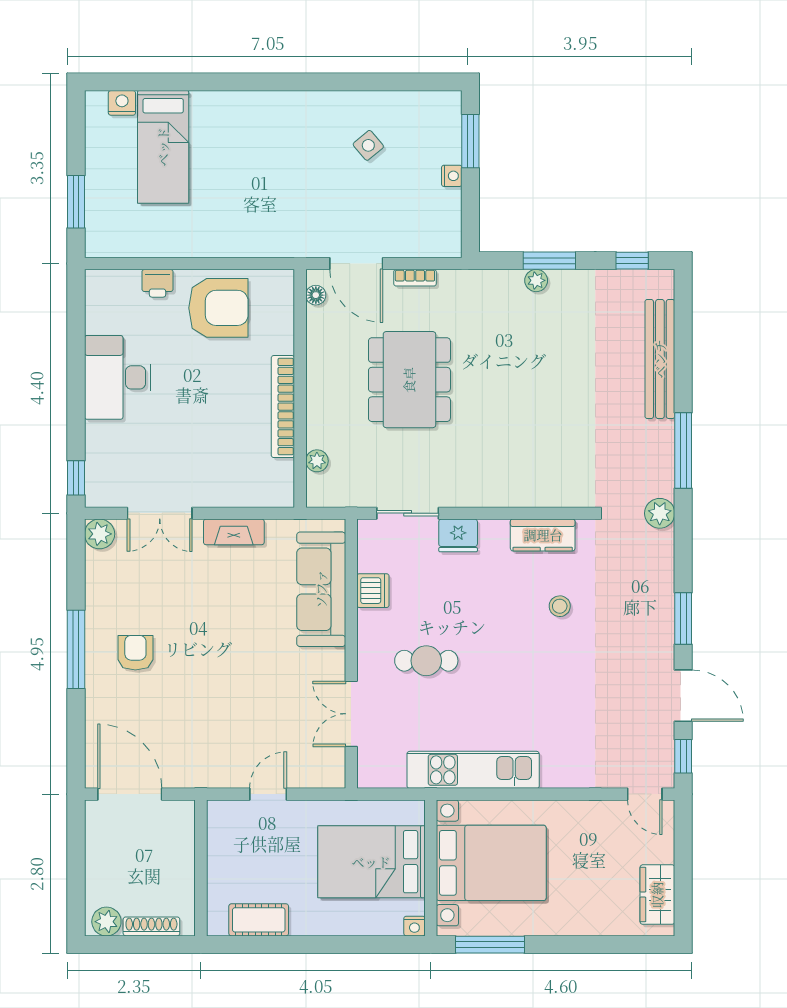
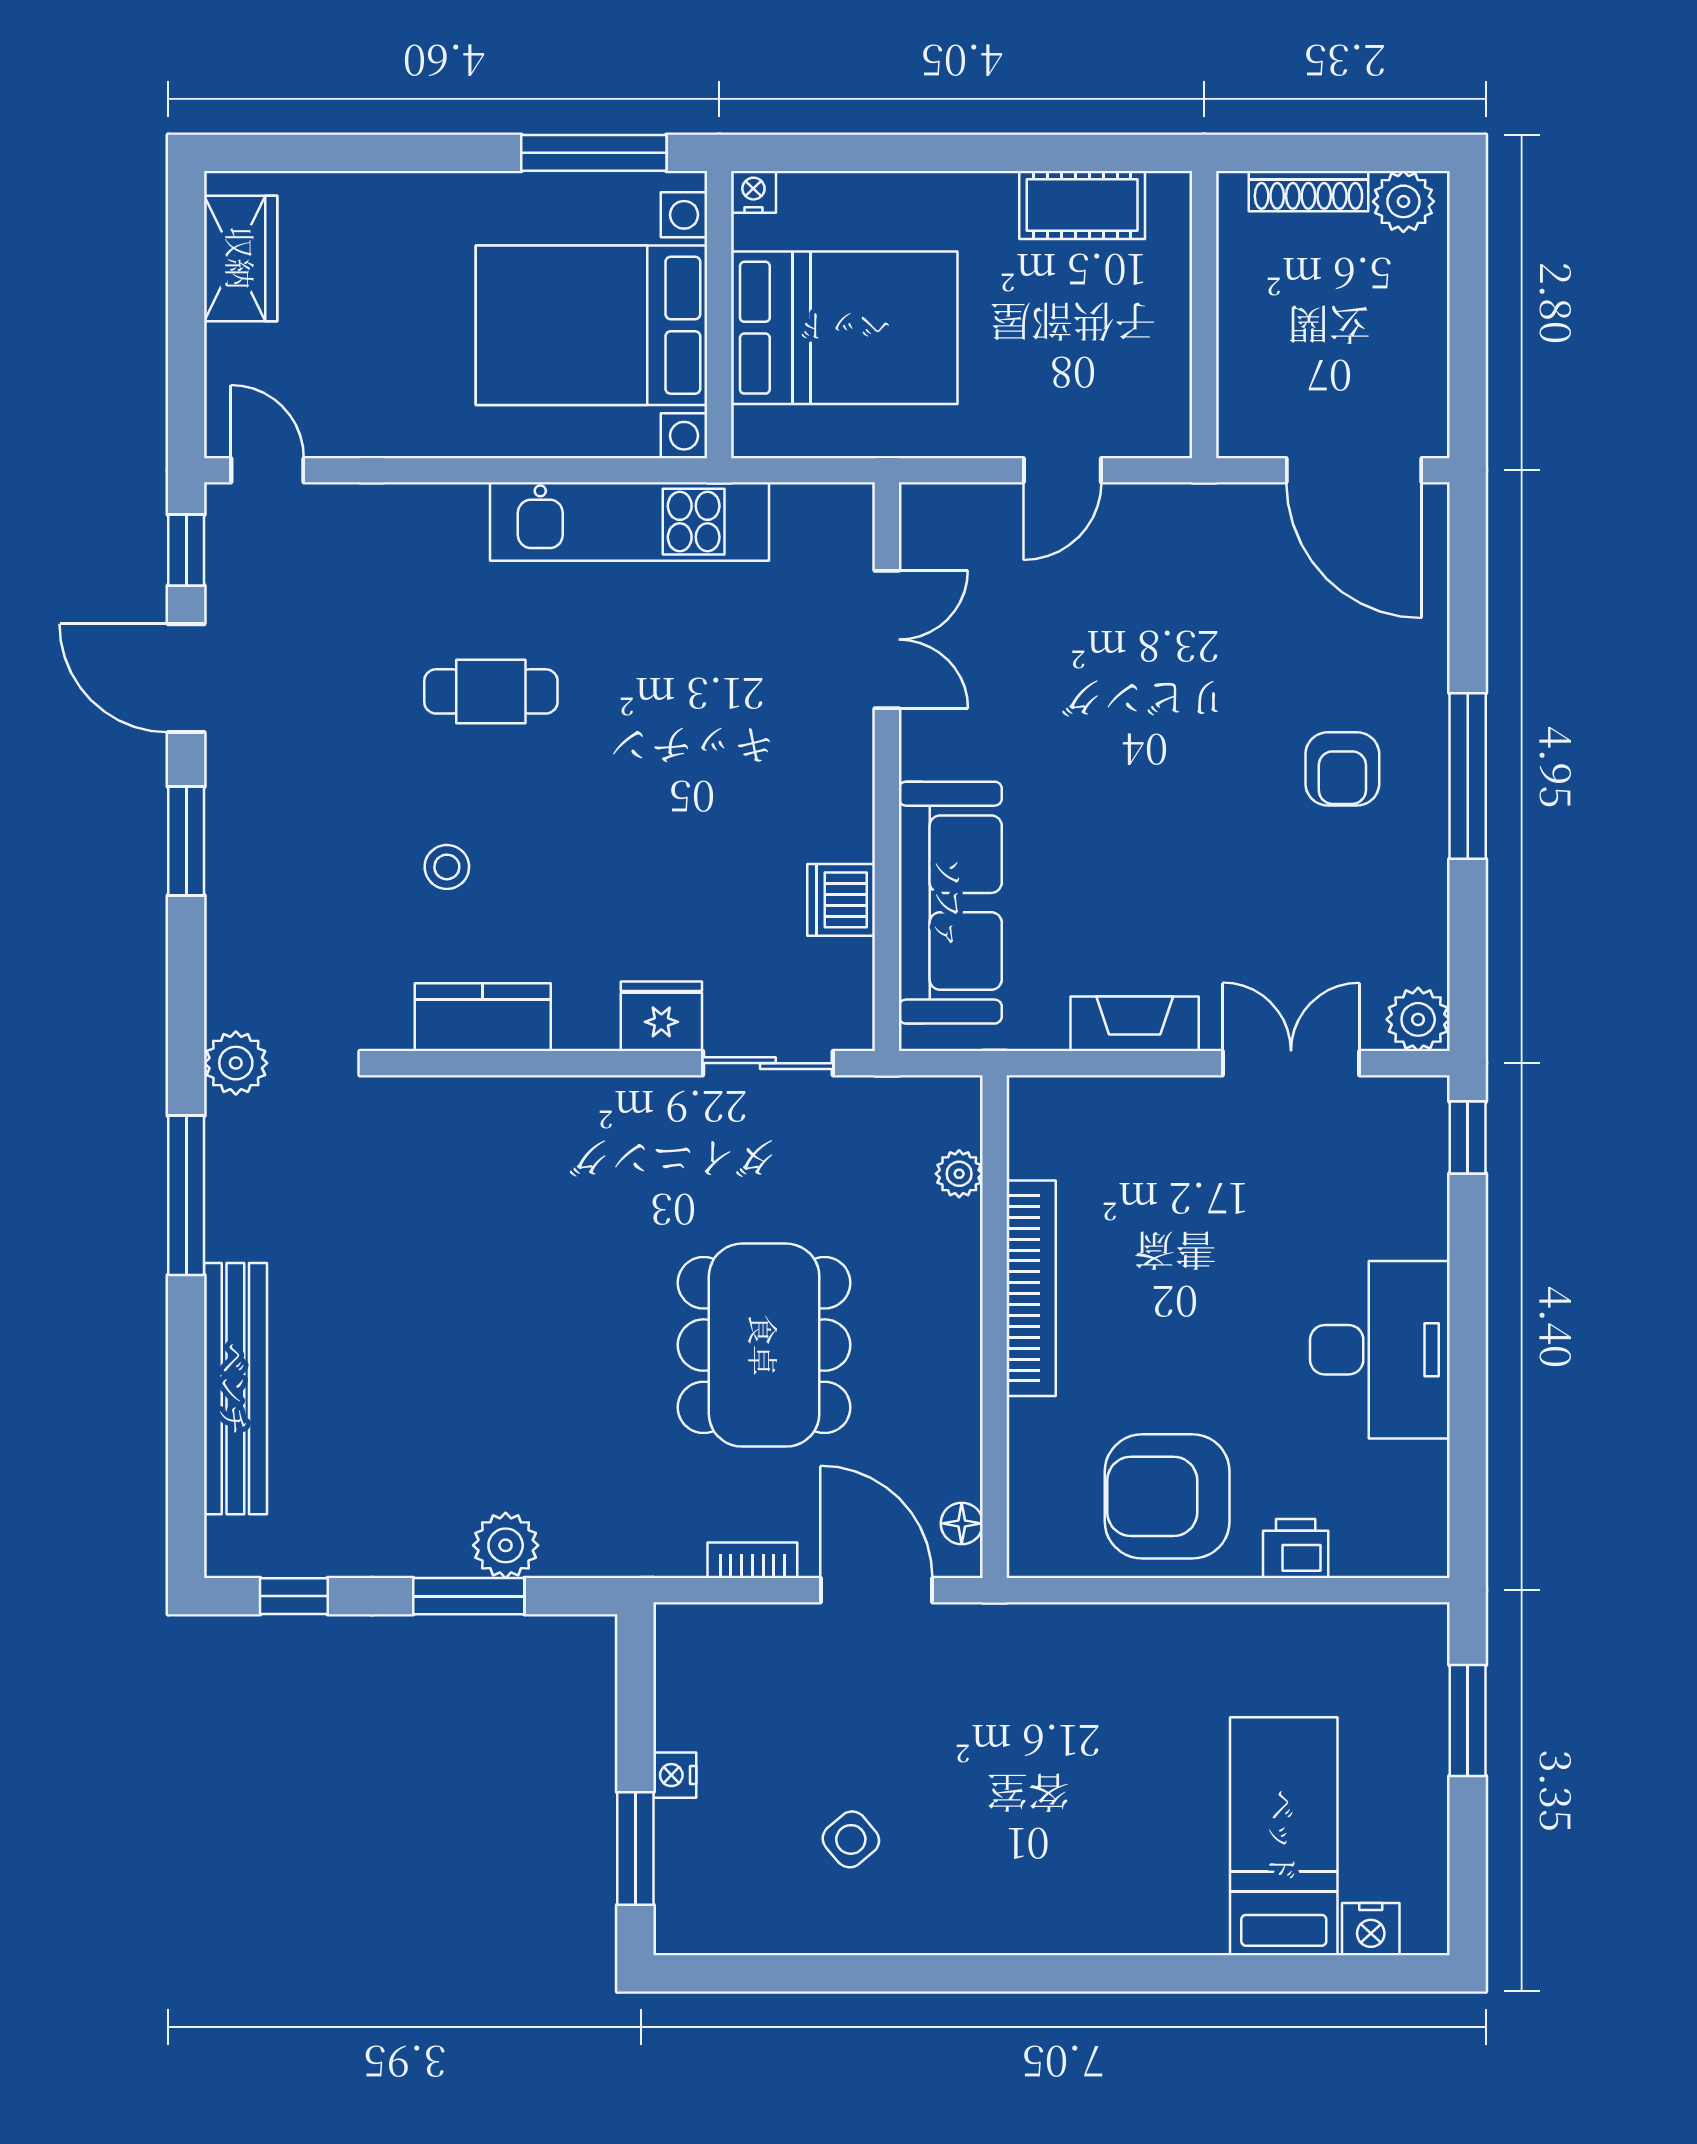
plant: (536, 280) -> (506, 1545), width x1.38, depth x1.38
cafe table: (426, 661) -> (491, 691), moved

